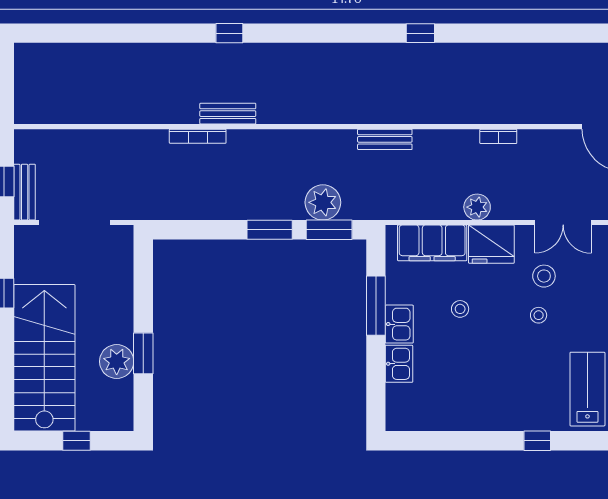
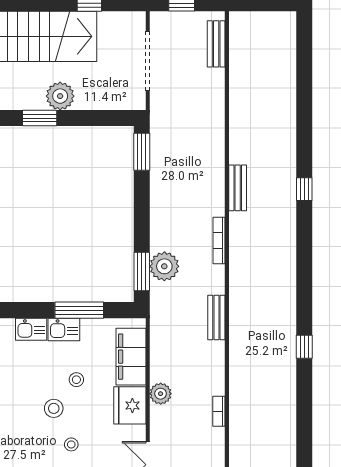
bookcase: (198, 136) -> (219, 240), moved
bench: (25, 192) -> (216, 44), moved, turned 90
window: (270, 230) -> (142, 152), moved
stool: (544, 276) -> (54, 408), moved
plant: (117, 361) -> (60, 96), moved

